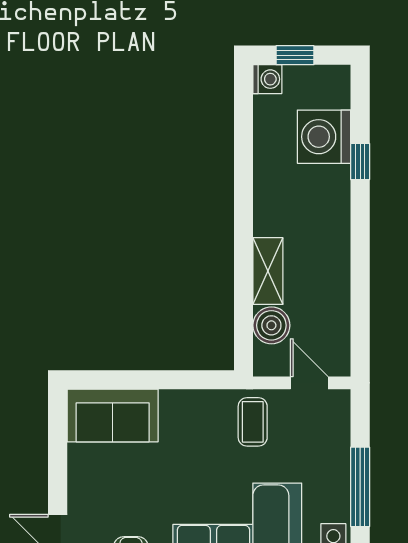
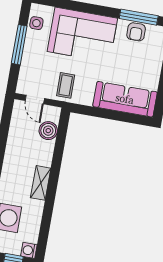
shelving: (268, 271) -> (41, 183), moved
sofa: (113, 416) -> (125, 99), width x1.36

